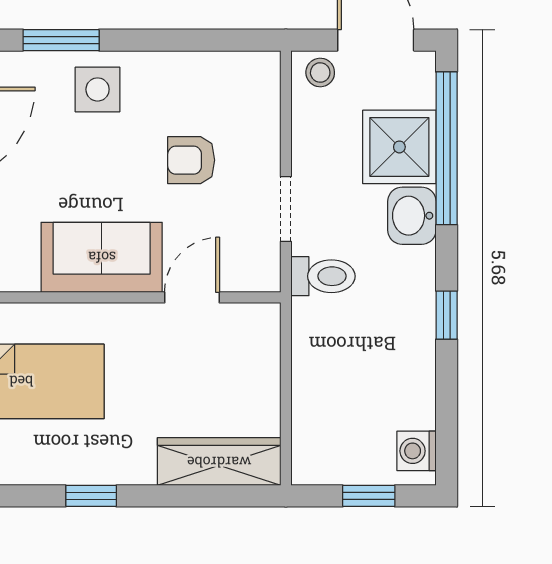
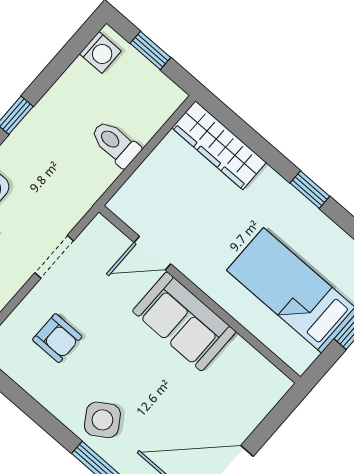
side table: (98, 89) -> (102, 420), turned -33
armchair: (191, 160) -> (57, 338), moved
toilet: (323, 276) -> (115, 144), moved

